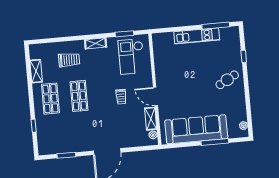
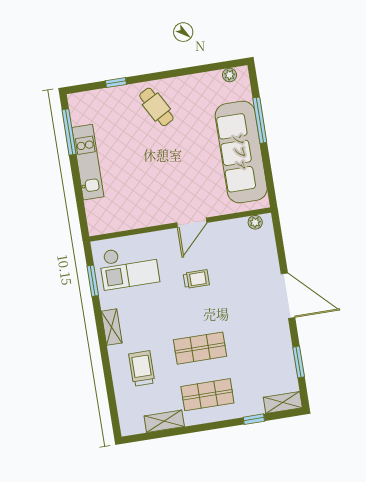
shelving: (151, 119) -> (283, 402), moved

